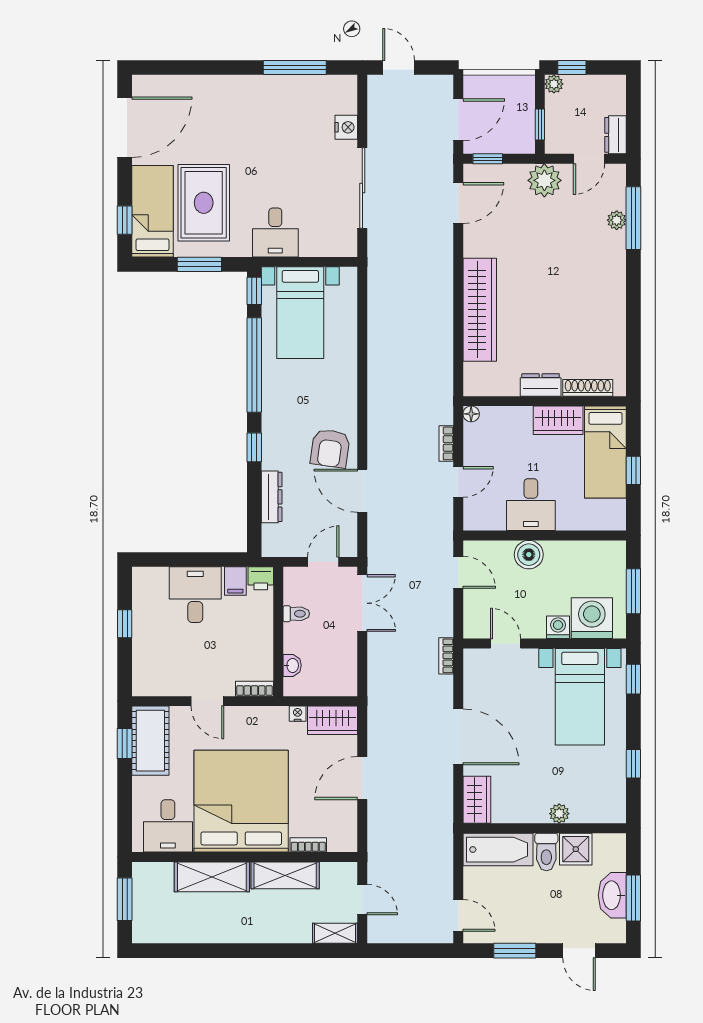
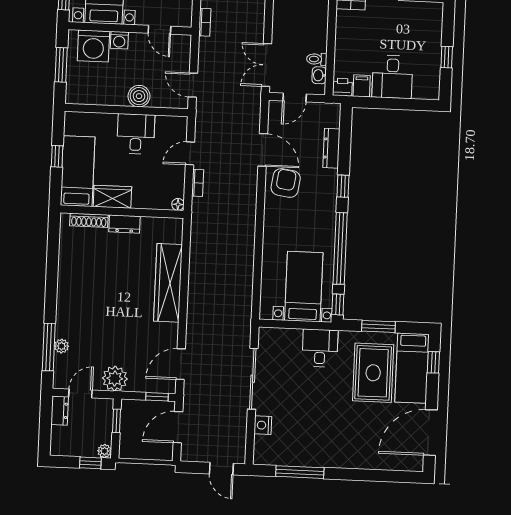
washbasin: (292, 665) -> (319, 75), moved

